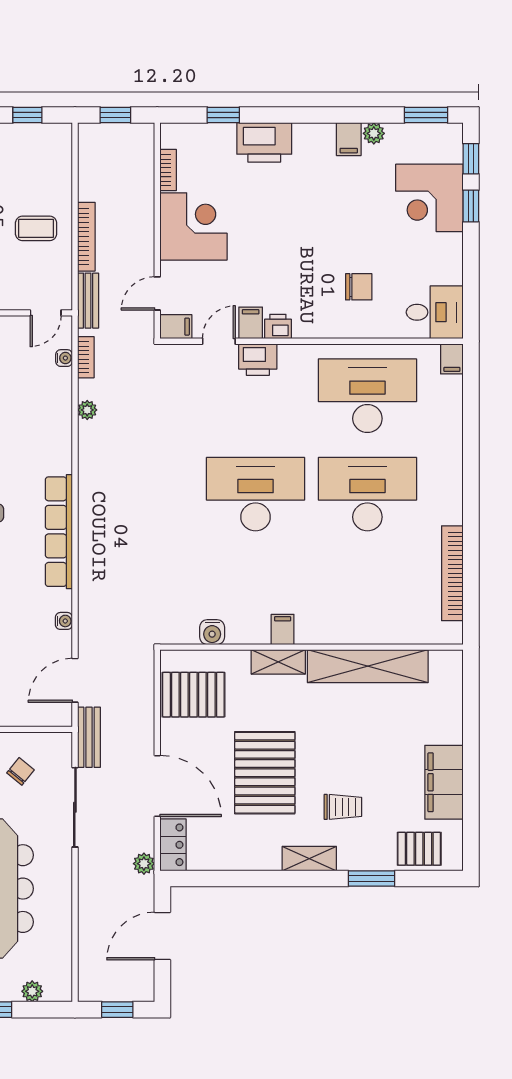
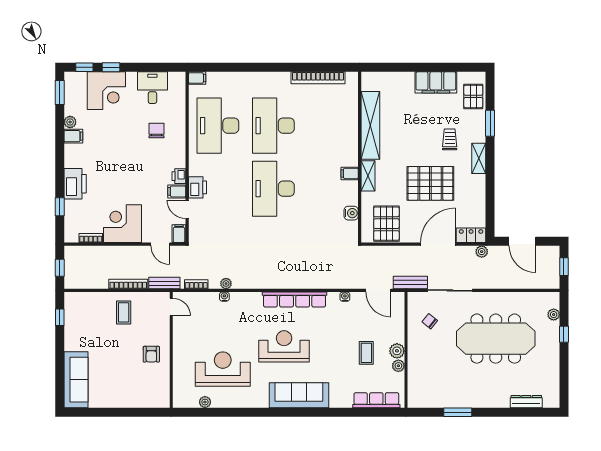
desk: (435, 312) -> (152, 88), moved
water cooler: (64, 358) -> (224, 297), moved

